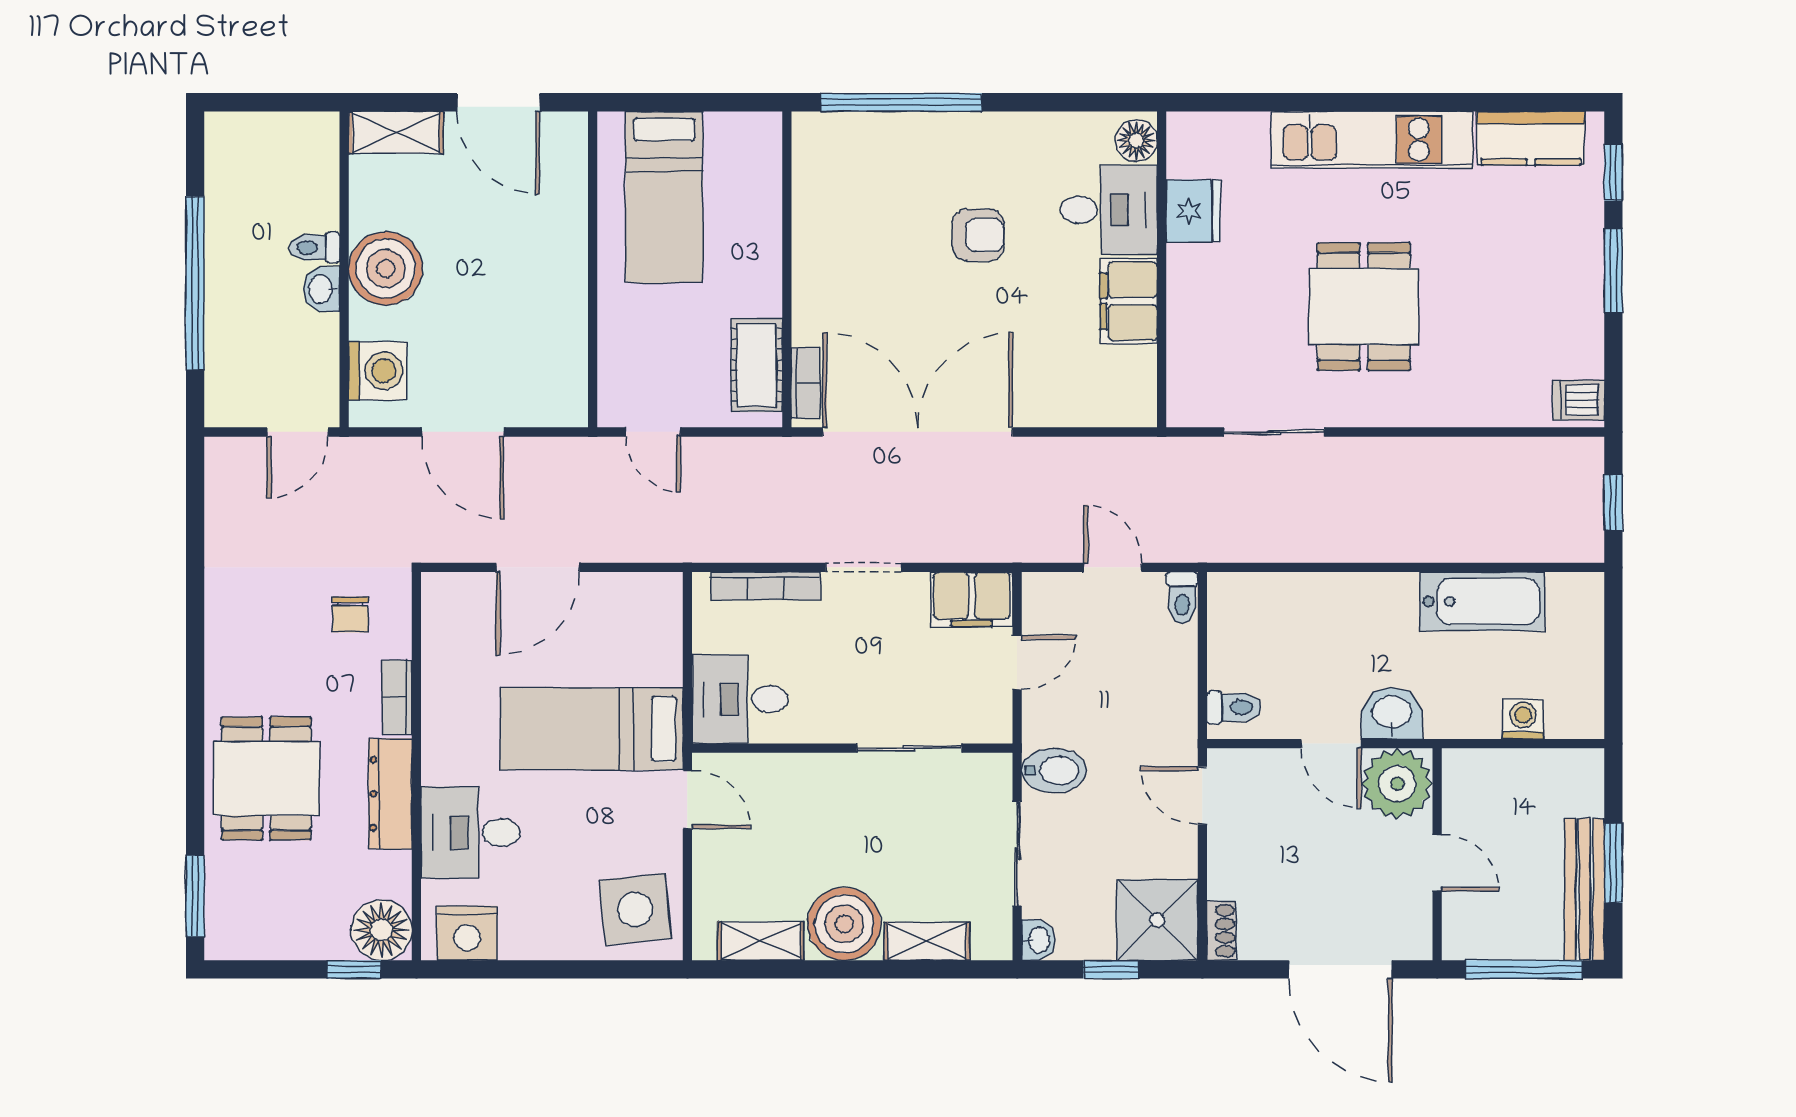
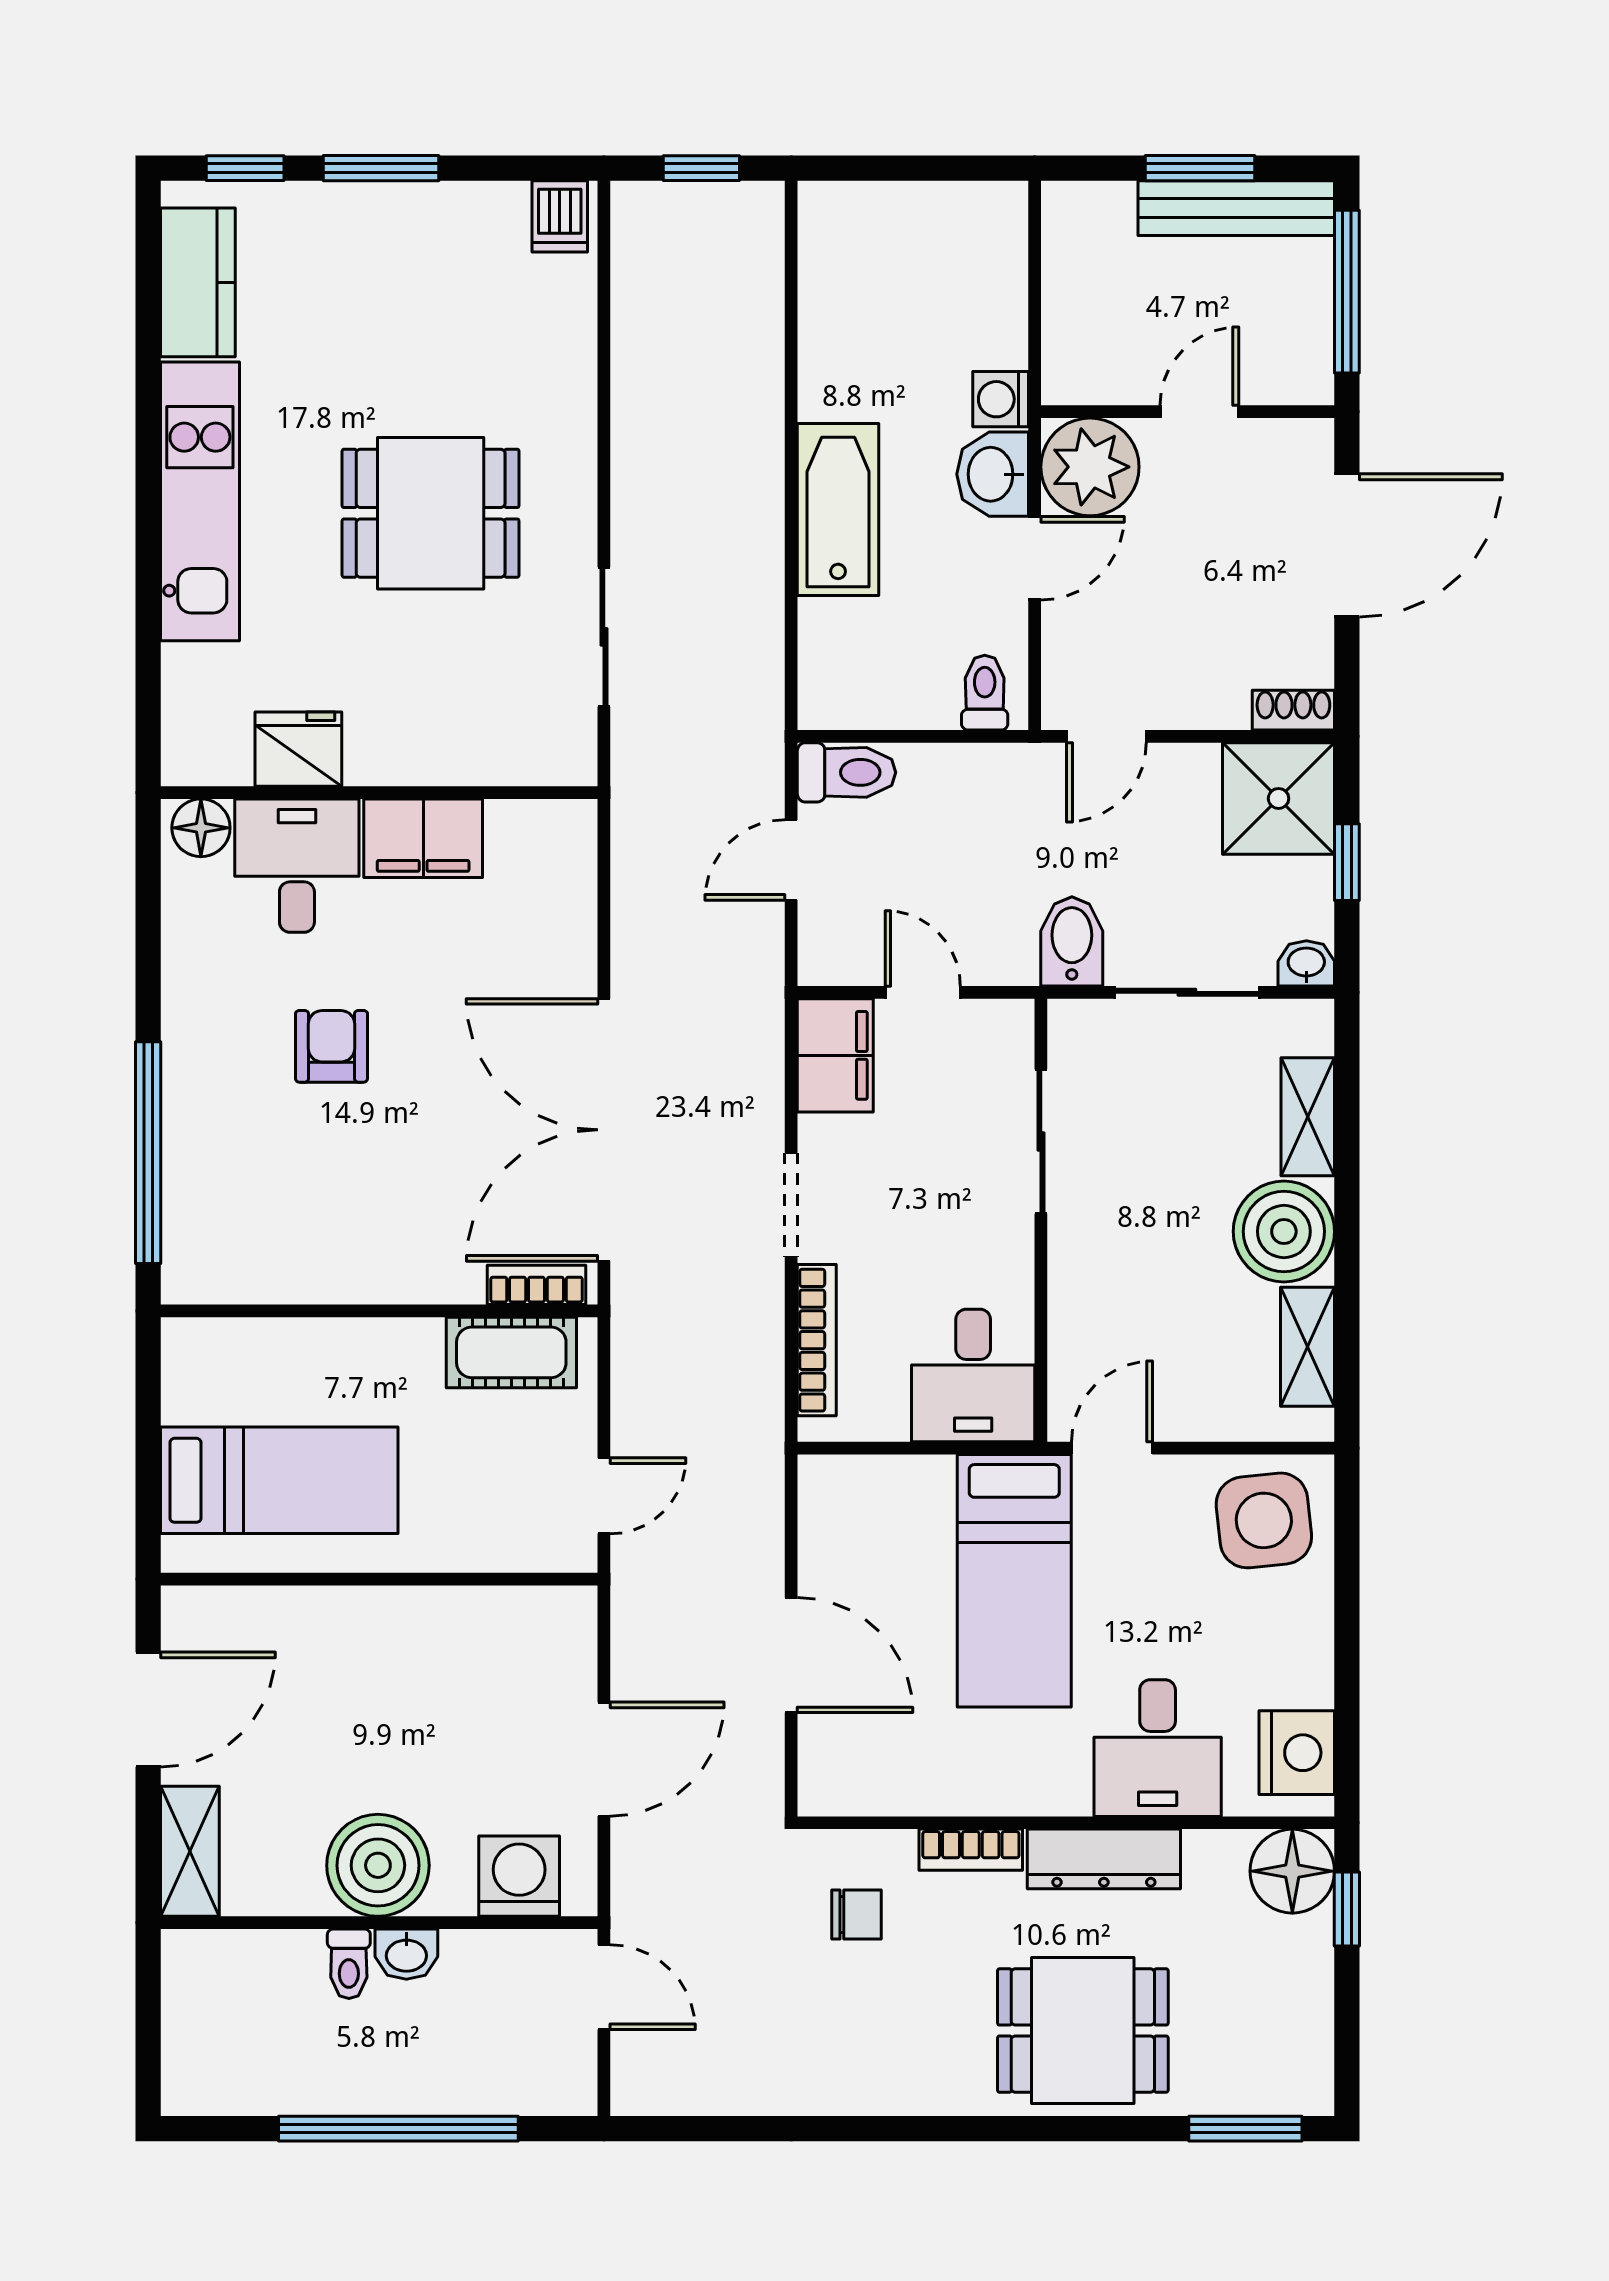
toilet: (1182, 598) -> (846, 772), width x1.37, depth x1.39
bathtub: (1482, 601) -> (838, 509), moved
washing machine: (1523, 719) -> (1001, 399), moved

